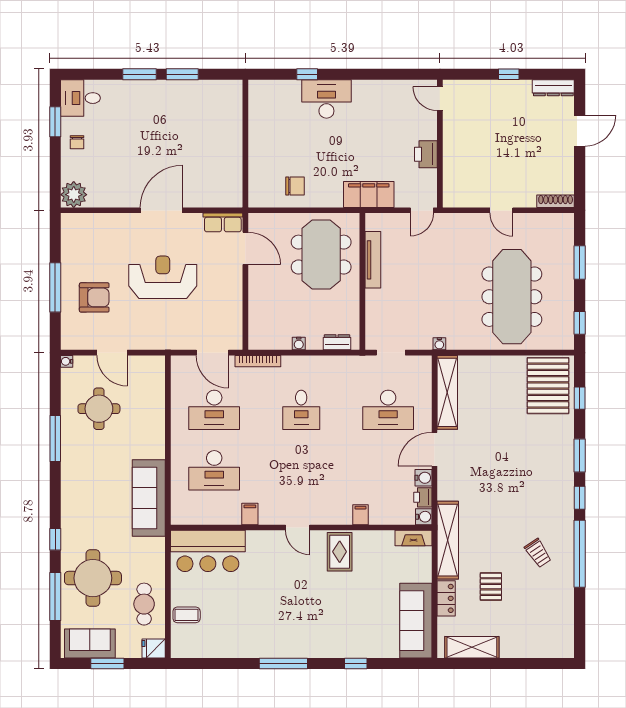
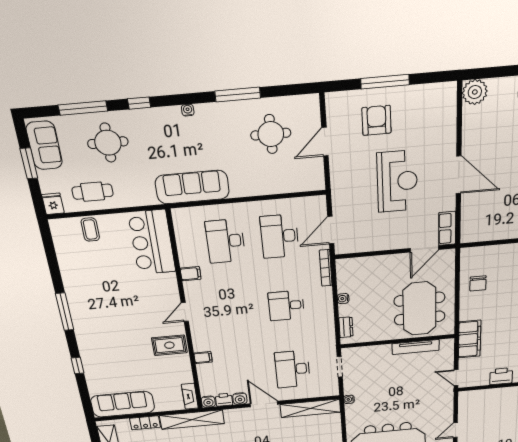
meeting table: (321, 255) -> (420, 309), turned 90
armchair: (94, 297) -> (377, 120), turned 180
water cooler: (67, 361) -> (188, 110), moved
round table: (93, 578) -> (108, 143), width x0.73, depth x0.73

